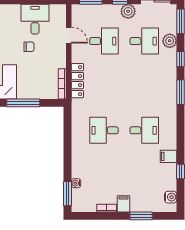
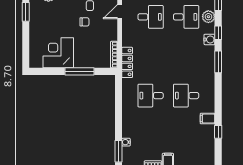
door: (69, 35) -> (120, 12), swing flipped
locker: (77, 81) -> (127, 62), moved
desk: (144, 130) -> (186, 96), turned 180
water cooler: (171, 197) -> (209, 39), moved

